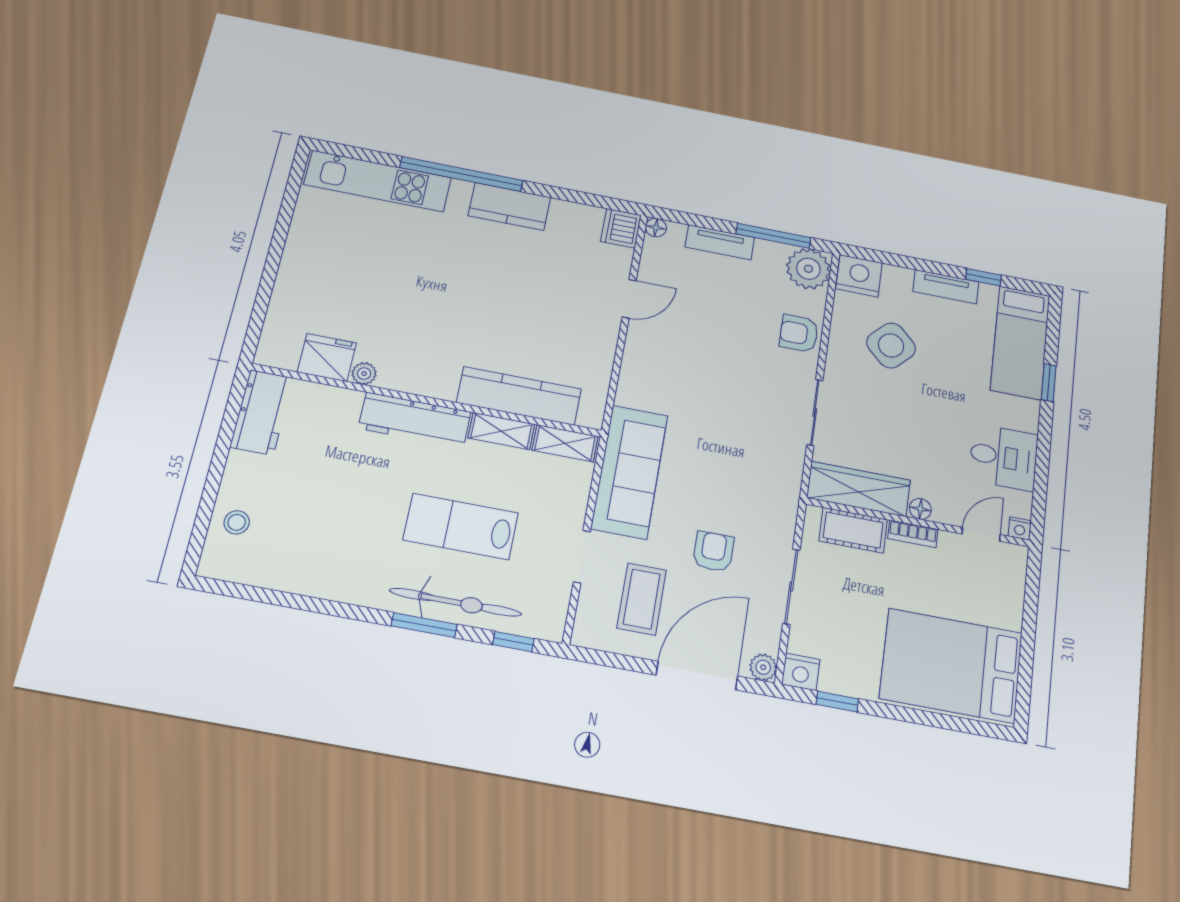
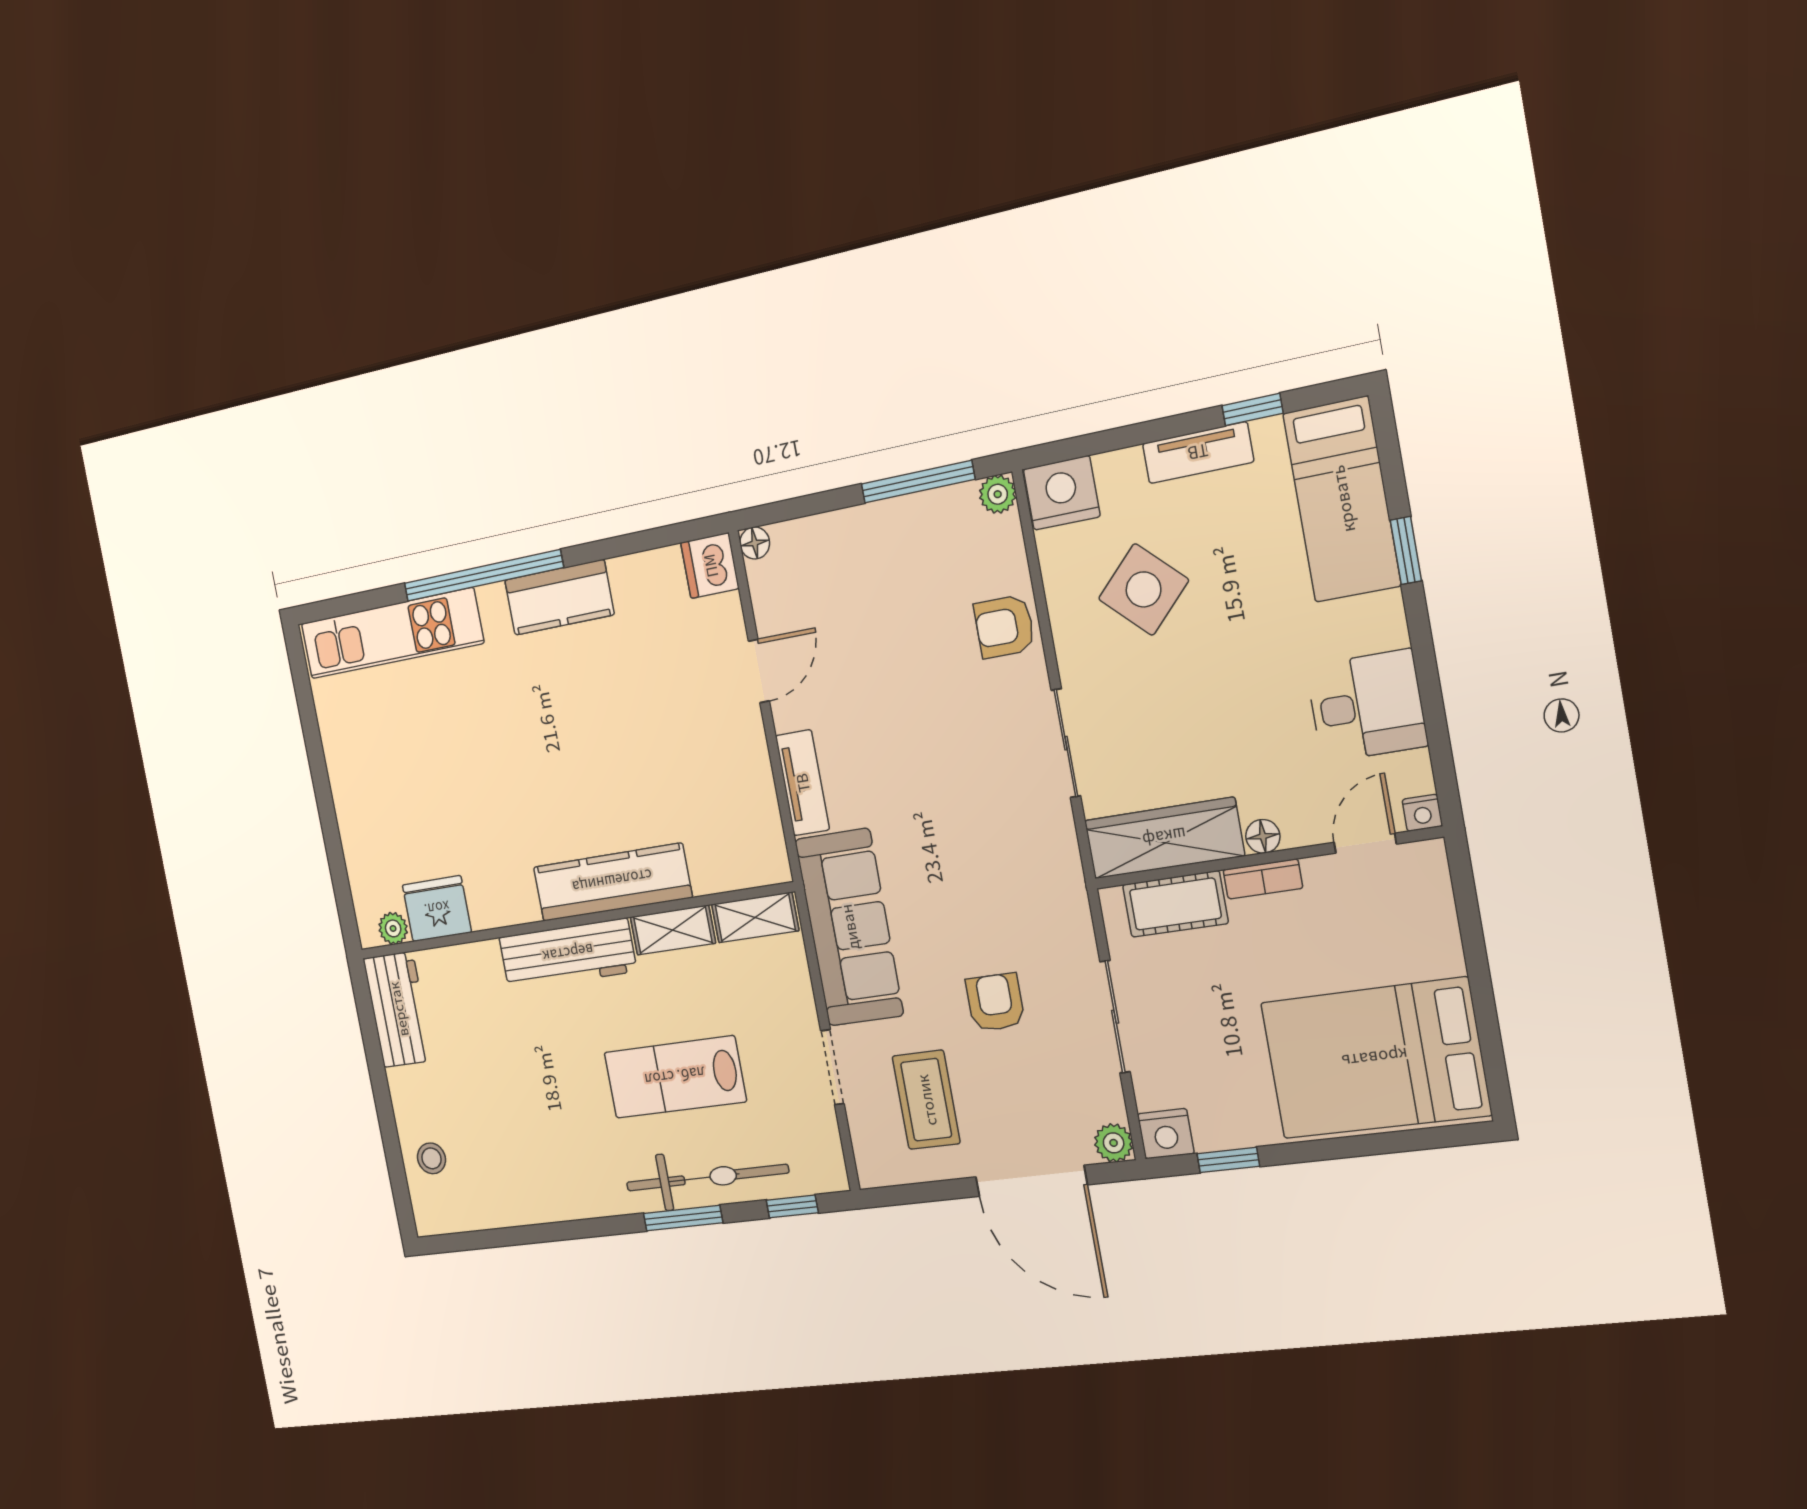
tv unit: (720, 242) -> (802, 783), moved, turned -90
plant: (808, 269) -> (998, 494), width x0.53, depth x0.53
plant: (364, 374) -> (393, 928), moved
kitchen counter: (519, 396) -> (612, 882), moved
door: (697, 676) -> (1031, 1181), swing flipped

